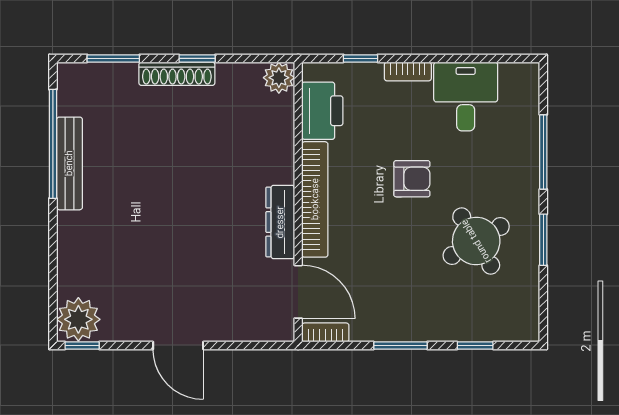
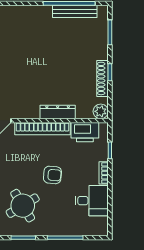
shoe rack: (177, 74) -> (103, 78), moved
bench: (69, 163) -> (75, 11), moved
armchair: (412, 179) -> (52, 175), turned -85
dresser: (280, 222) -> (58, 112), moved

